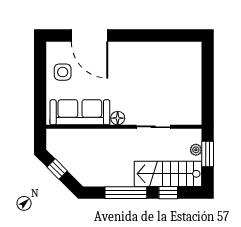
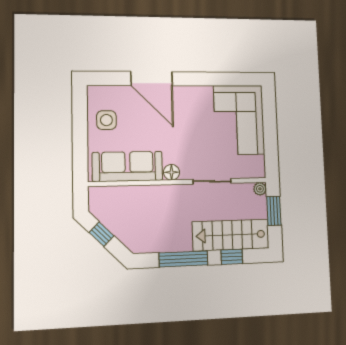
door: (90, 35) -> (152, 79), moved
corner sofa: (180, 73) -> (239, 120), added
plant: (196, 150) -> (260, 189), moved

